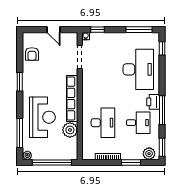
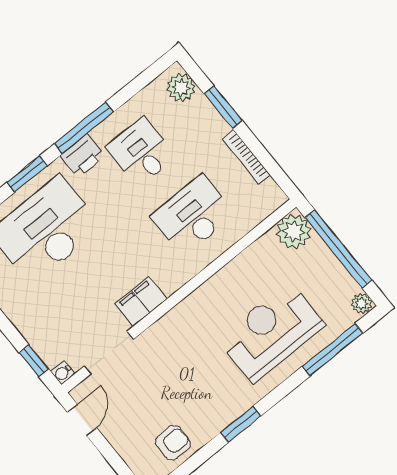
door: (54, 30) -> (82, 420), moved
filing cabinet: (88, 82) -> (141, 301), added
row of seats: (72, 98) -> (194, 306), removed
plant: (70, 130) -> (294, 232), moved
window: (162, 147) -> (27, 174), moved

